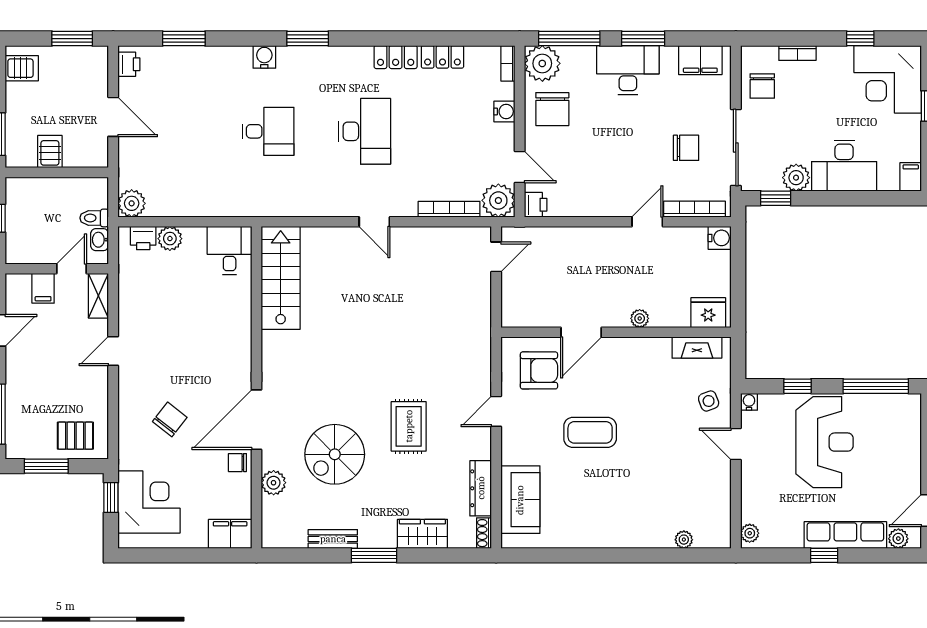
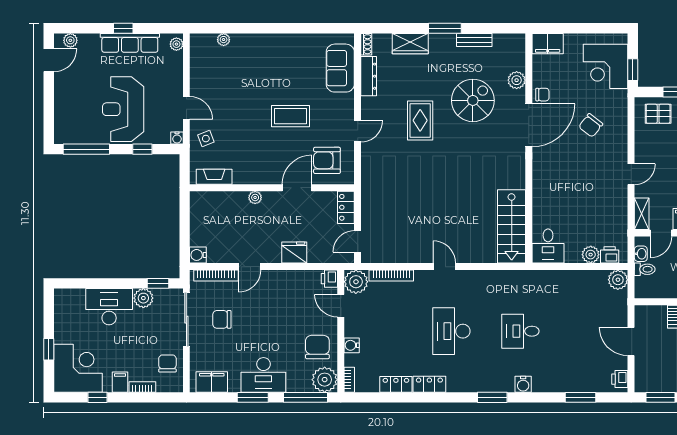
filing cabinet: (911, 177) -> (120, 382), moved, turned 180
locker: (512, 305) -> (346, 207), added
fridge: (708, 313) -> (294, 253), moved, turned 180
row of seats: (845, 535) -> (130, 43), moved

